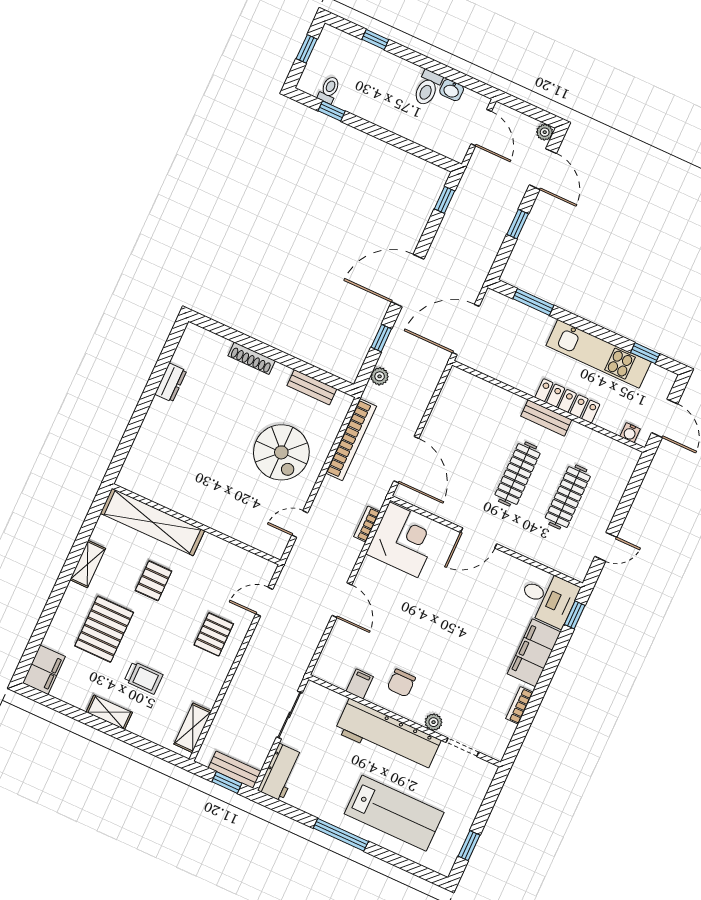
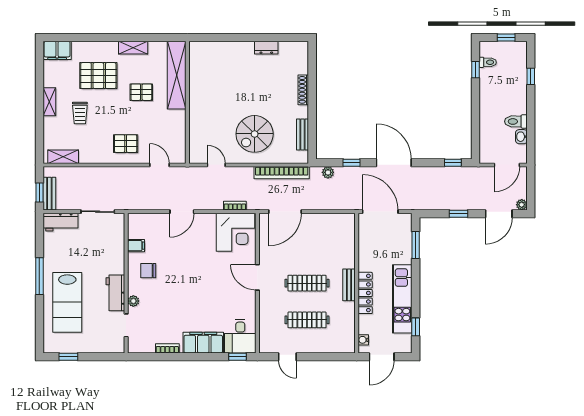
workbench: (388, 736) -> (115, 293), width x0.53, depth x0.76

